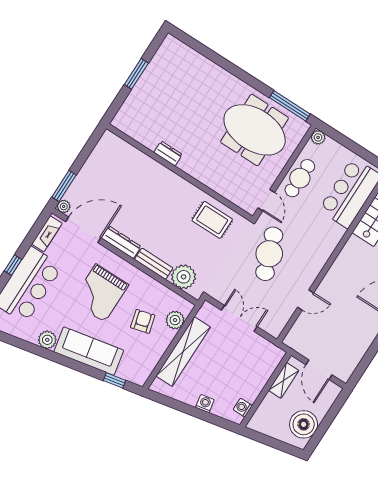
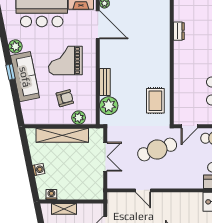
dresser: (168, 153) -> (179, 31), moved
dresser: (121, 242) -> (105, 53), removed
window: (114, 380) -> (11, 72), moved
shelving: (284, 380) -> (64, 209), moved

